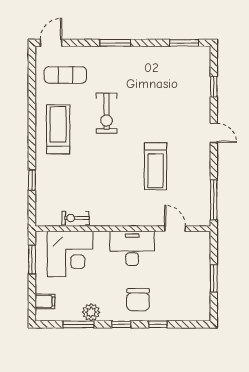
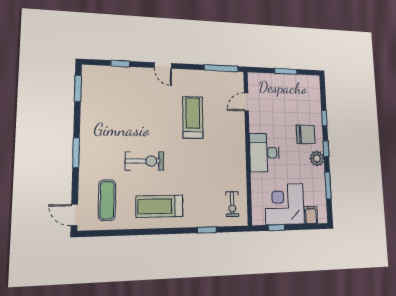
door: (214, 133) -> (163, 66), swing flipped
treadmill: (156, 166) -> (193, 117), turned -90
exercise bike: (76, 218) -> (232, 204), moved
desk: (132, 248) -> (265, 153), moved
corner desk: (70, 254) -> (285, 204), moved, turned -90
window: (32, 259) -> (276, 228), width x0.67
plant: (91, 312) -> (317, 158), moved

